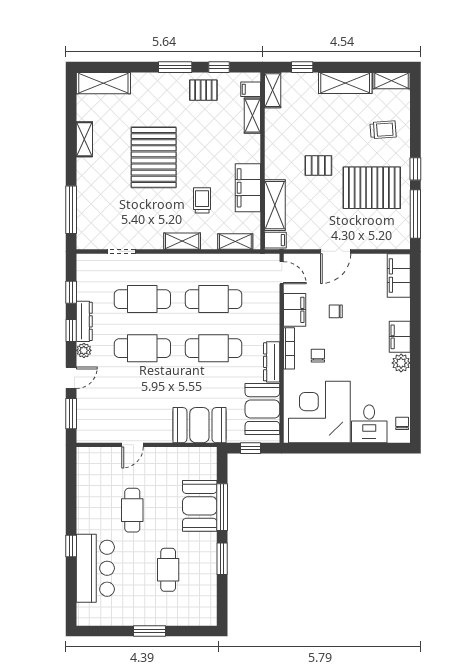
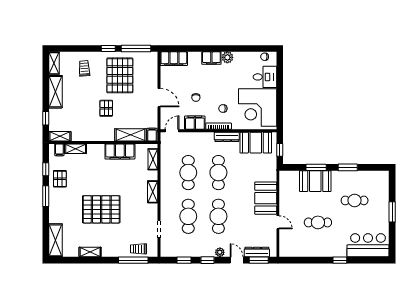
trolley: (202, 200) -> (138, 249), moved
dresser: (84, 321) -> (257, 252), moved
booth: (199, 425) -> (266, 198), moved
window: (222, 507) -> (316, 167), width x0.69
bar counter: (95, 568) -> (368, 245), moved

